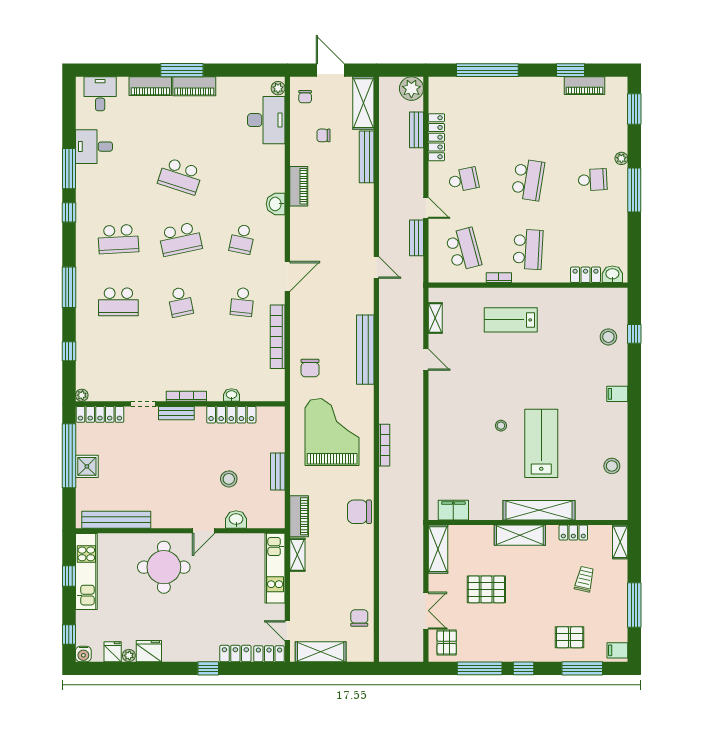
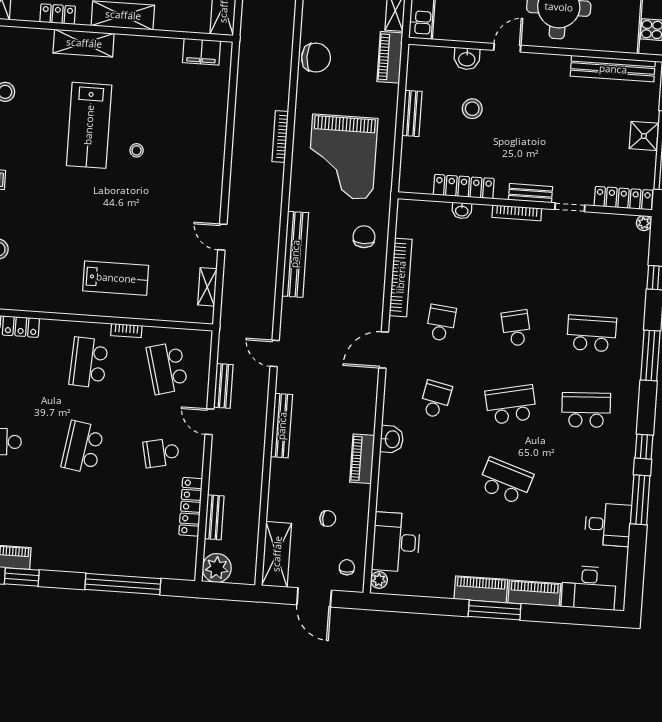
desk: (100, 94) -> (589, 588), width x1.37
bench: (367, 157) -> (282, 426), moved
shelving: (539, 510) -> (84, 43), width x0.68

